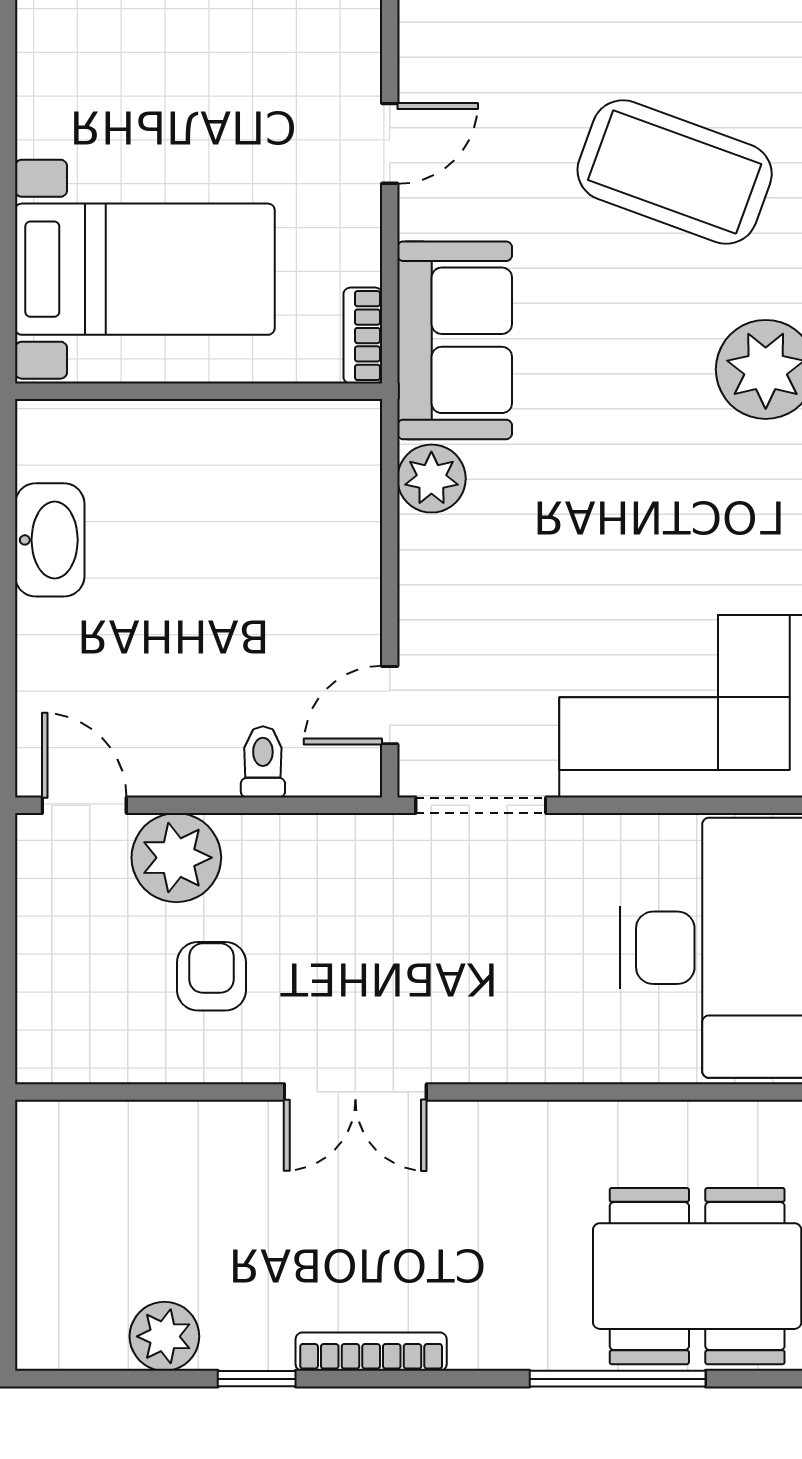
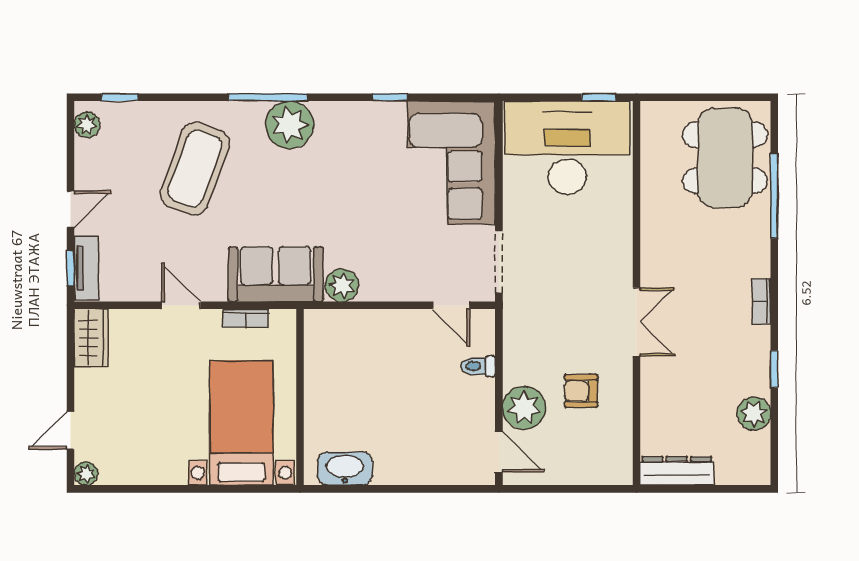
bookcase: (363, 336) -> (246, 318), moved
washbasin: (50, 540) -> (345, 469), moved
door: (84, 805) -> (499, 452), swing flipped
dresser: (45, 1176) -> (677, 471), added
bookcase: (371, 1352) -> (761, 301), width x0.64

